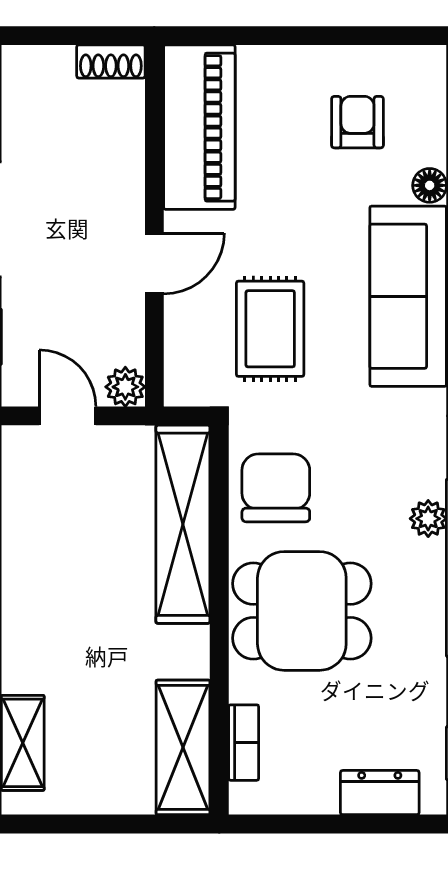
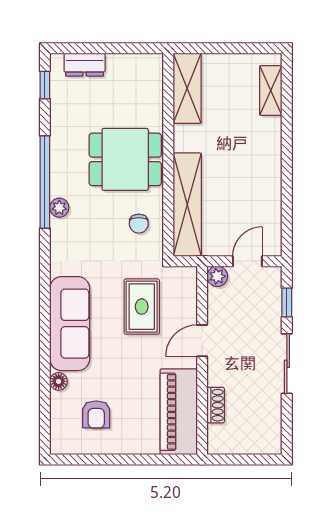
shoe rack: (111, 61) -> (216, 405), moved, turned 90
door: (68, 416) -> (247, 261), swing flipped
chair: (276, 488) -> (139, 224), width x0.54, depth x0.54
bookcase: (244, 743) -> (156, 91), removed

